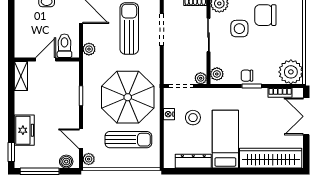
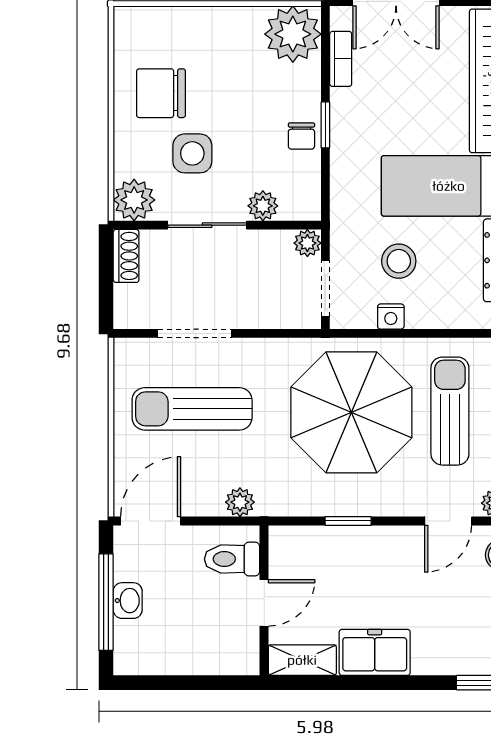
chair: (265, 15) -> (161, 93), turned 90
door: (46, 59) -> (264, 603), swing flipped
plant: (217, 74) -> (263, 206), moved
freezer: (24, 130) -> (375, 652), moved

